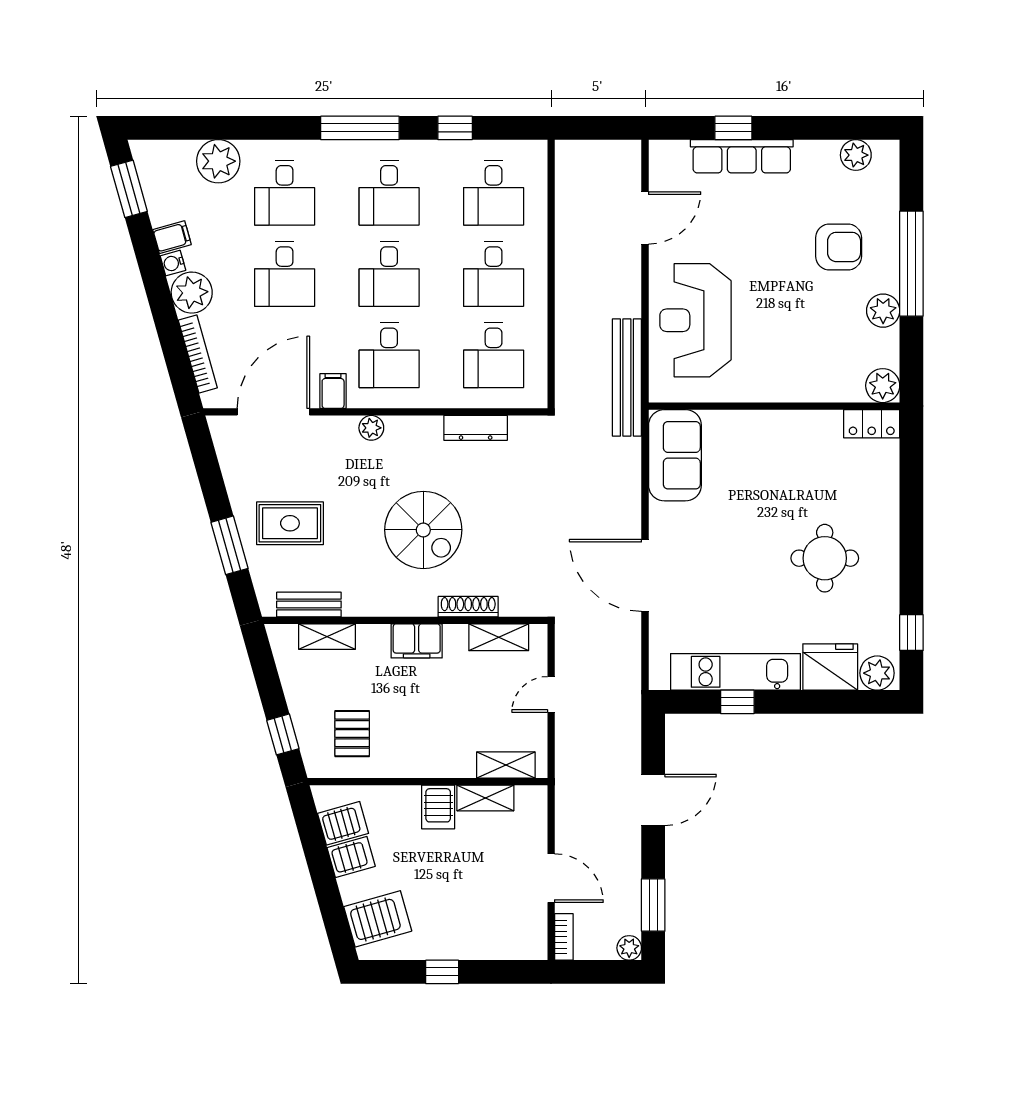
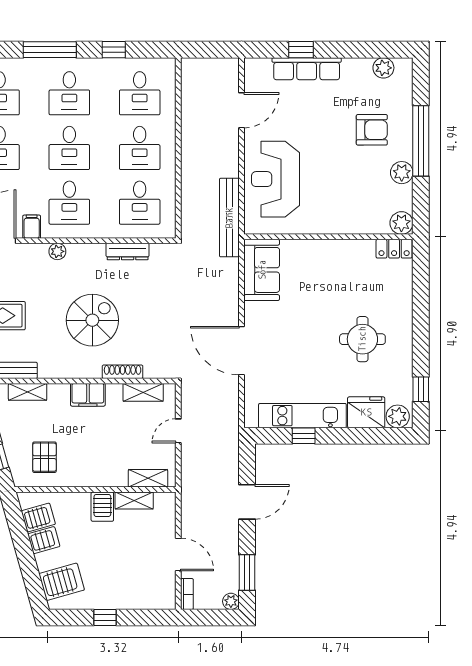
spiral stairs: (423, 530) -> (92, 320), turned -90

